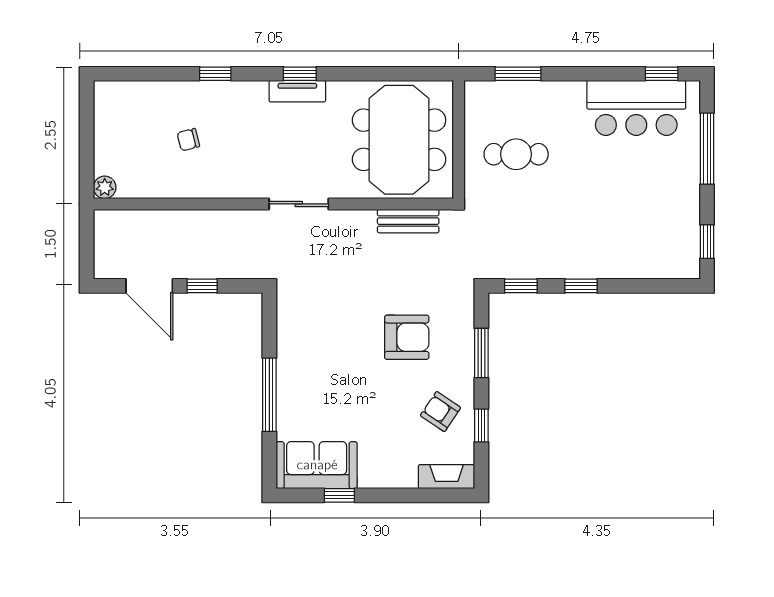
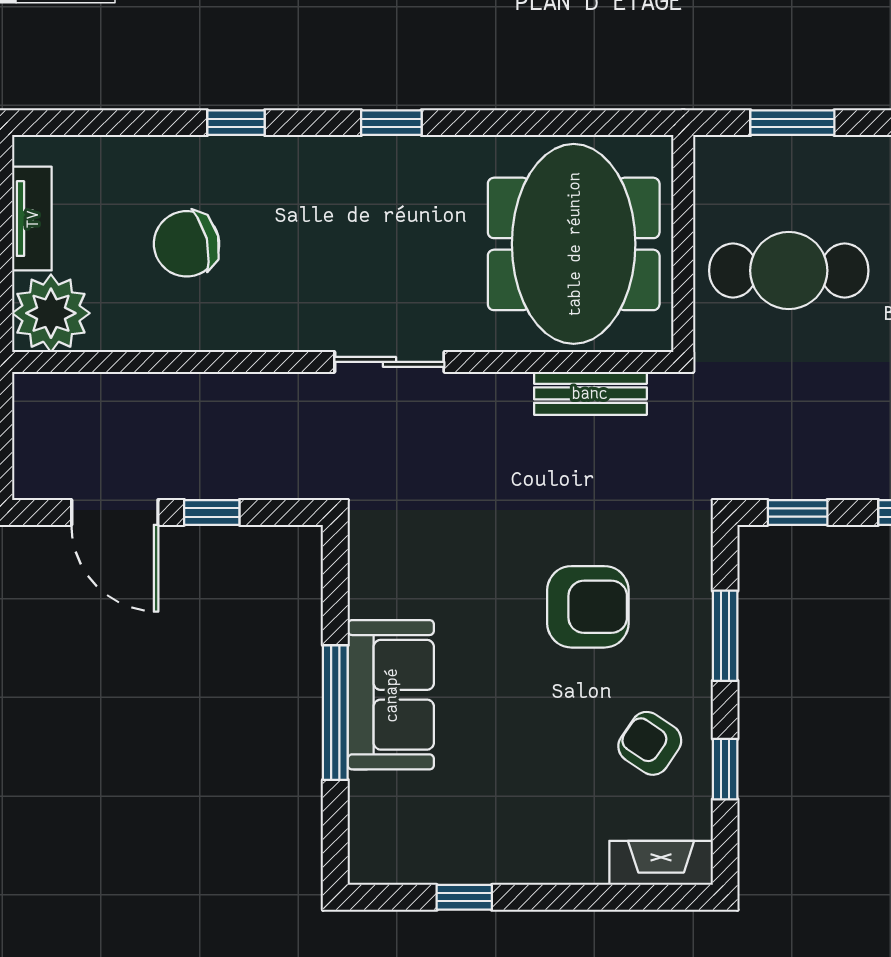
tv unit: (297, 91) -> (32, 219), moved, turned -90
chair: (188, 140) -> (187, 244), width x1.87, depth x1.87
cafe table: (516, 154) -> (789, 271), width x1.37, depth x1.35
plant: (105, 187) -> (51, 313), width x1.88, depth x1.88
sofa: (317, 465) -> (391, 695), moved, turned 90

